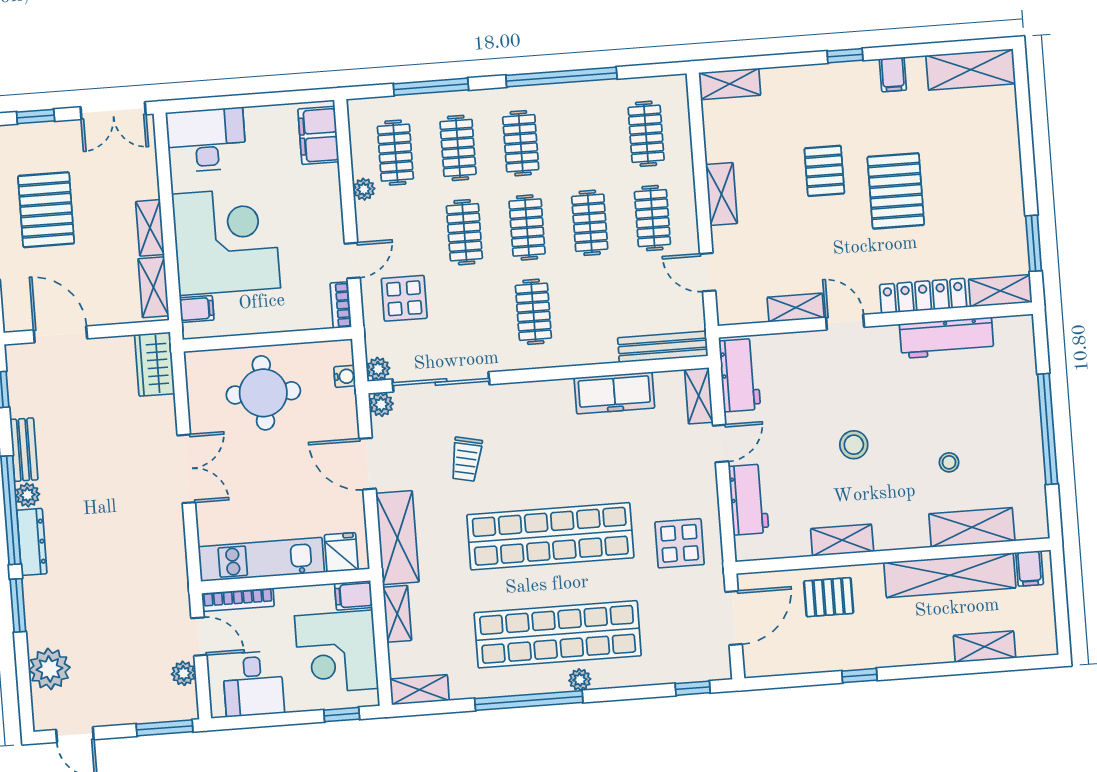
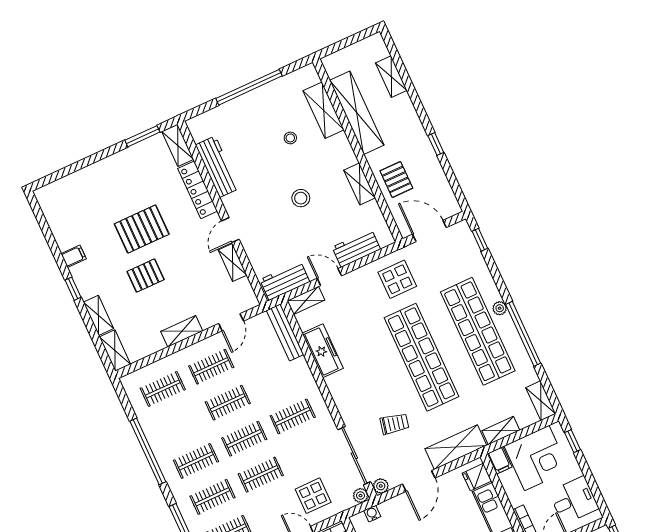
shelving: (971, 70) -> (98, 315), moved, width x0.67, depth x0.75
filing cabinet: (1030, 568) -> (335, 67), removed

